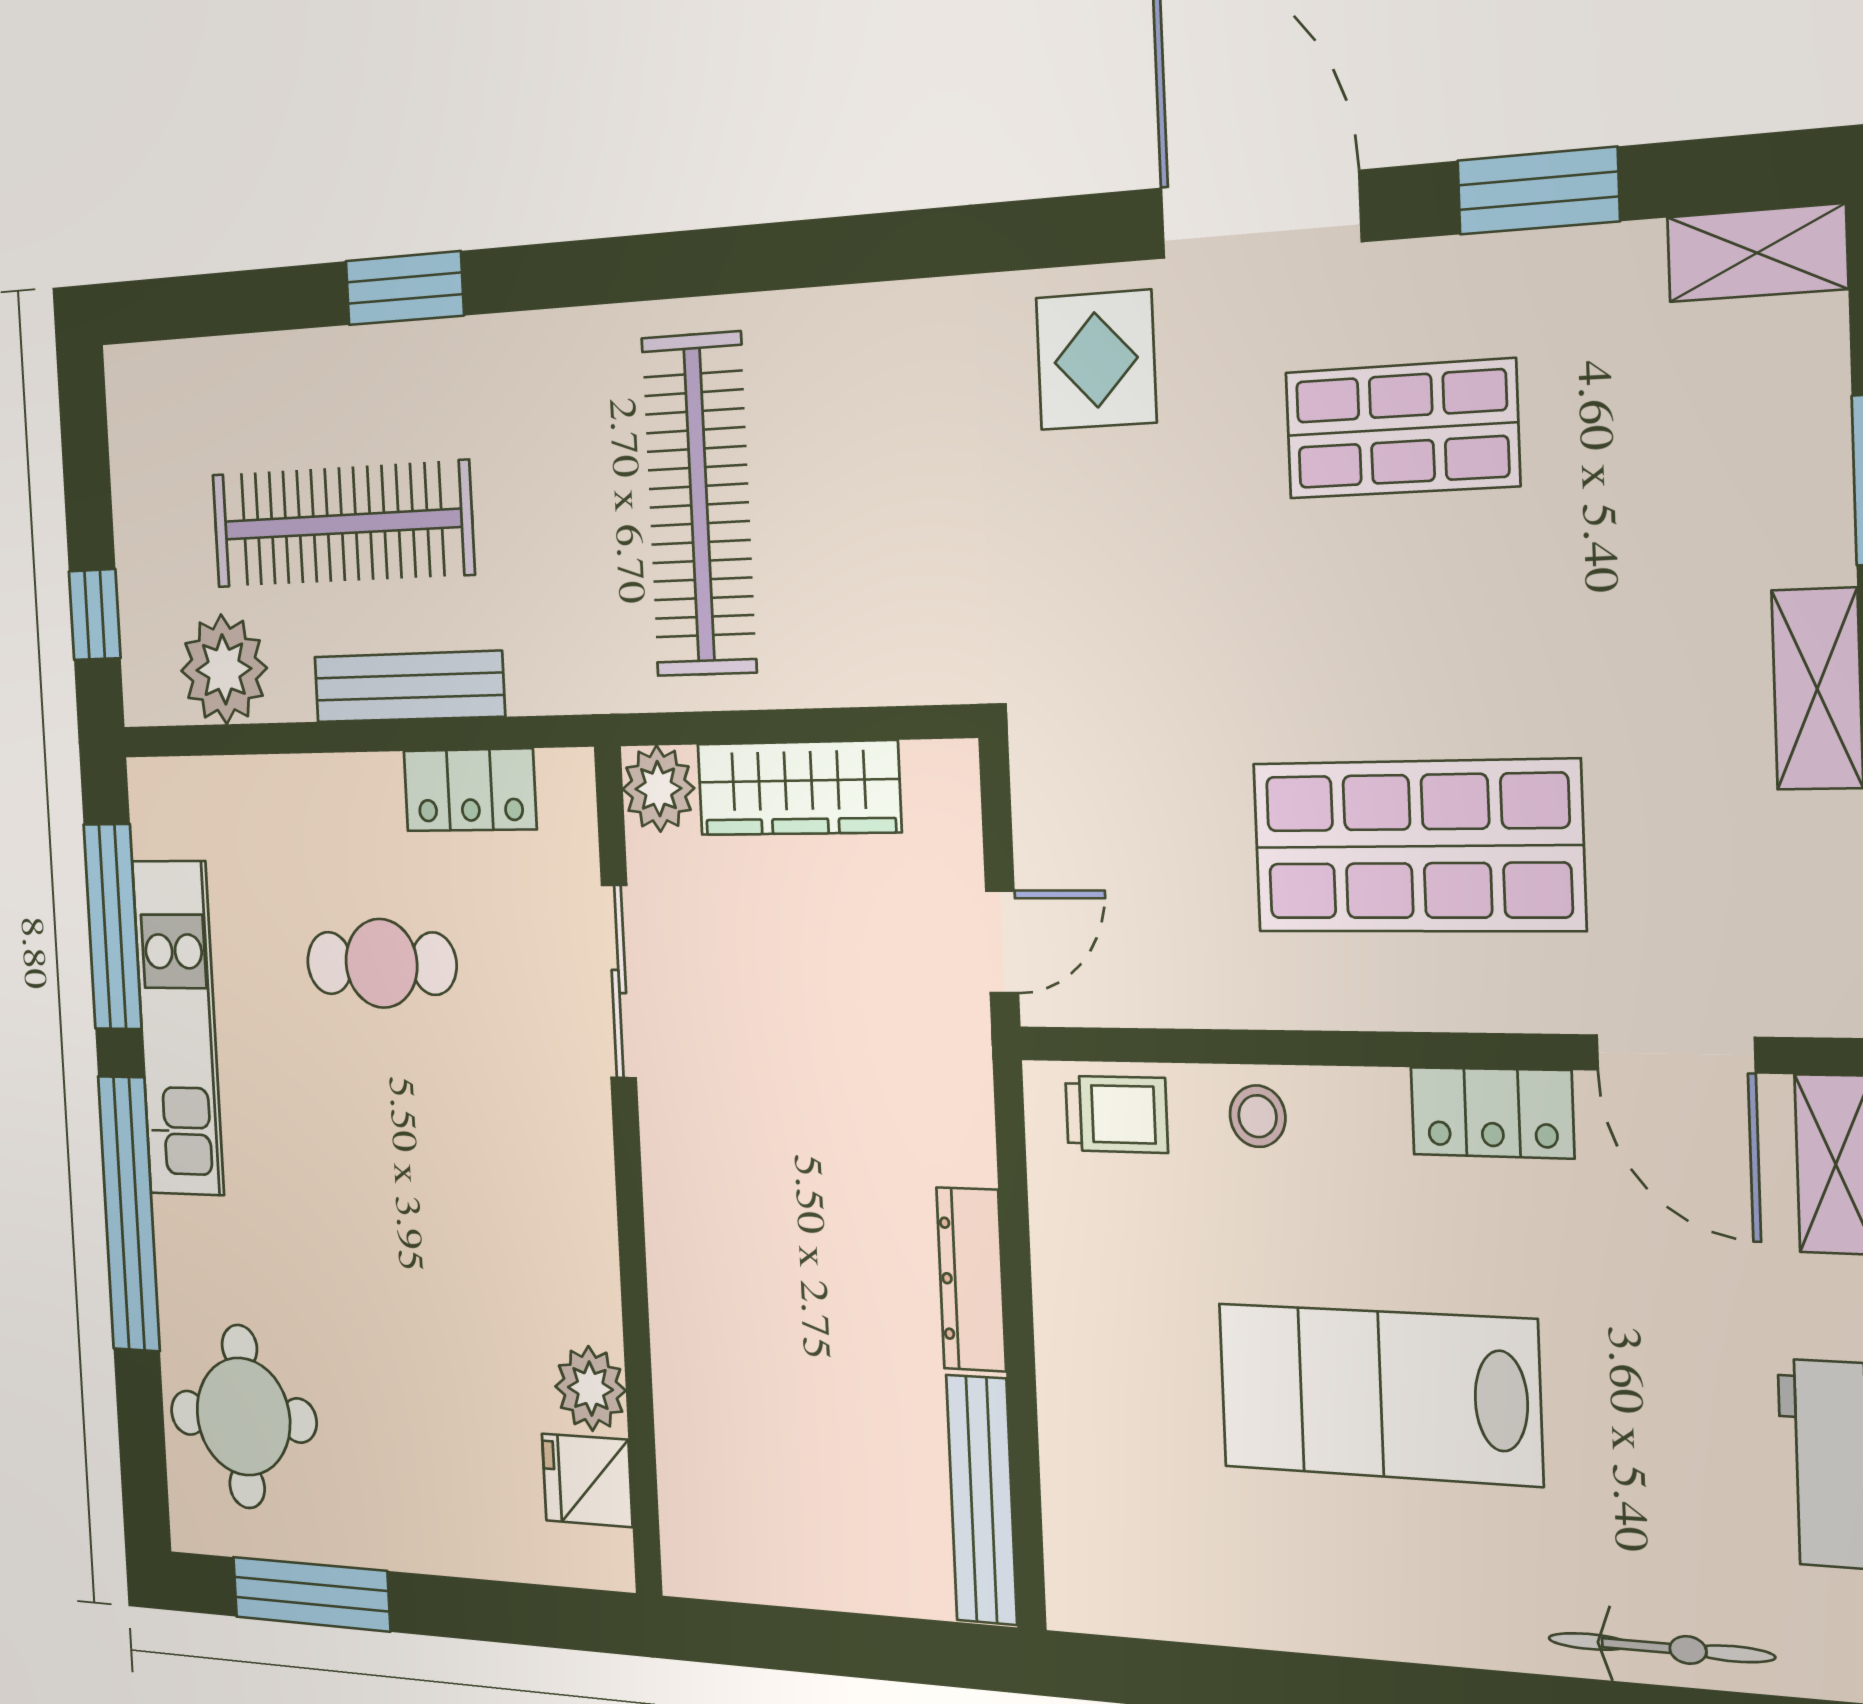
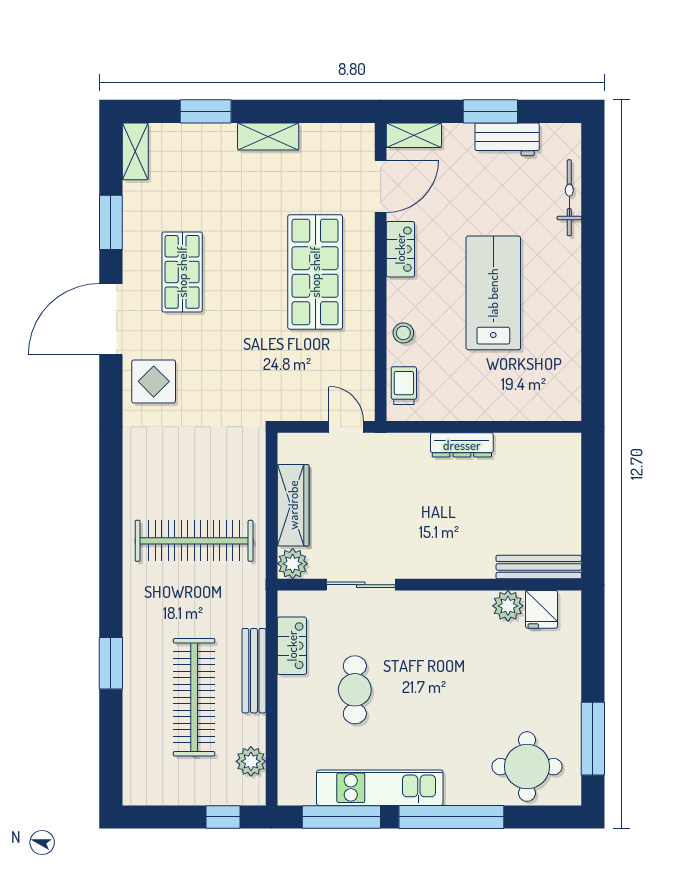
plant: (224, 669) -> (251, 761), width x0.73, depth x0.73
lab bench: (1379, 1394) -> (493, 293), turned 180
bench: (982, 1500) -> (539, 567), moved

